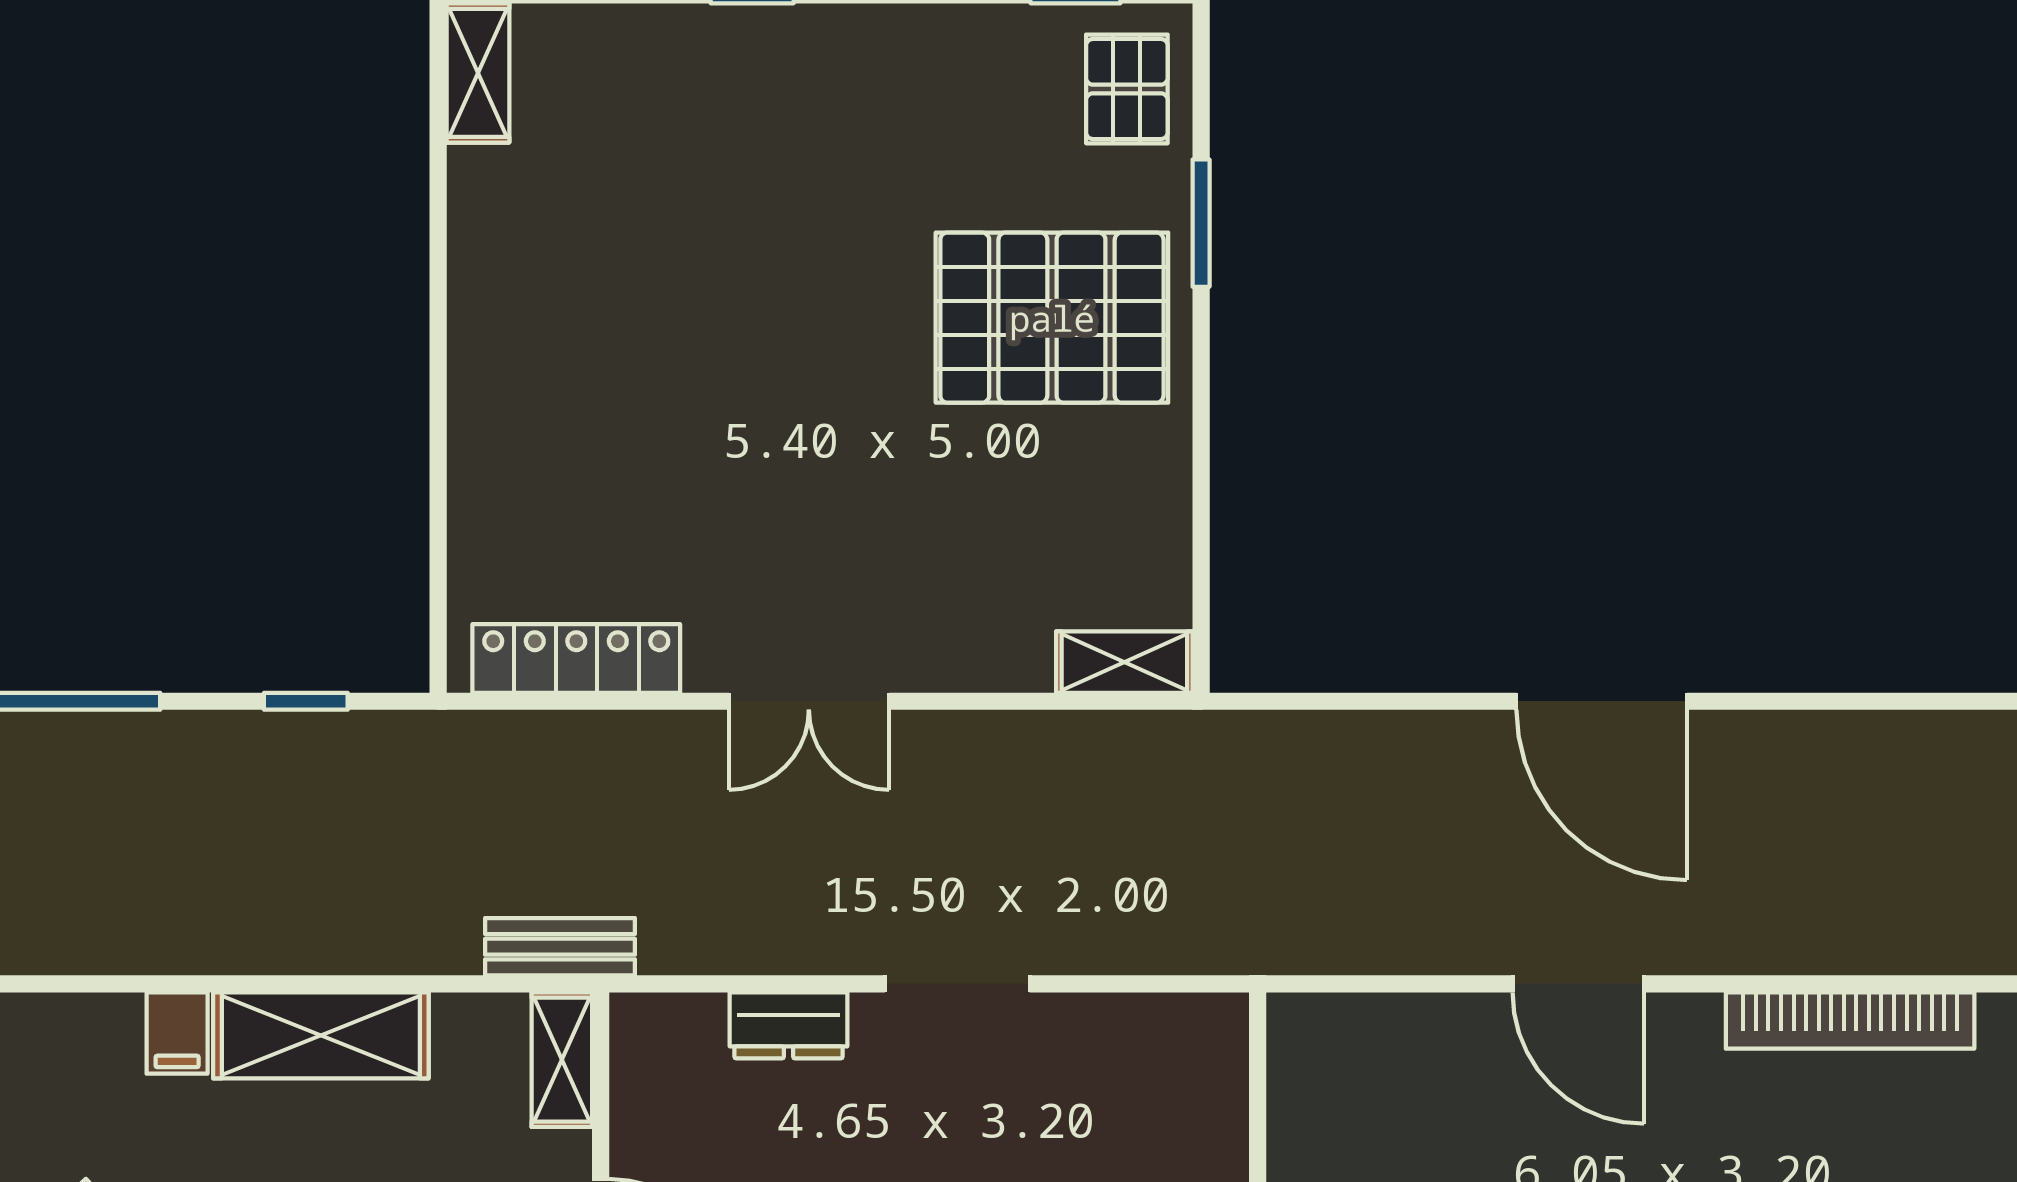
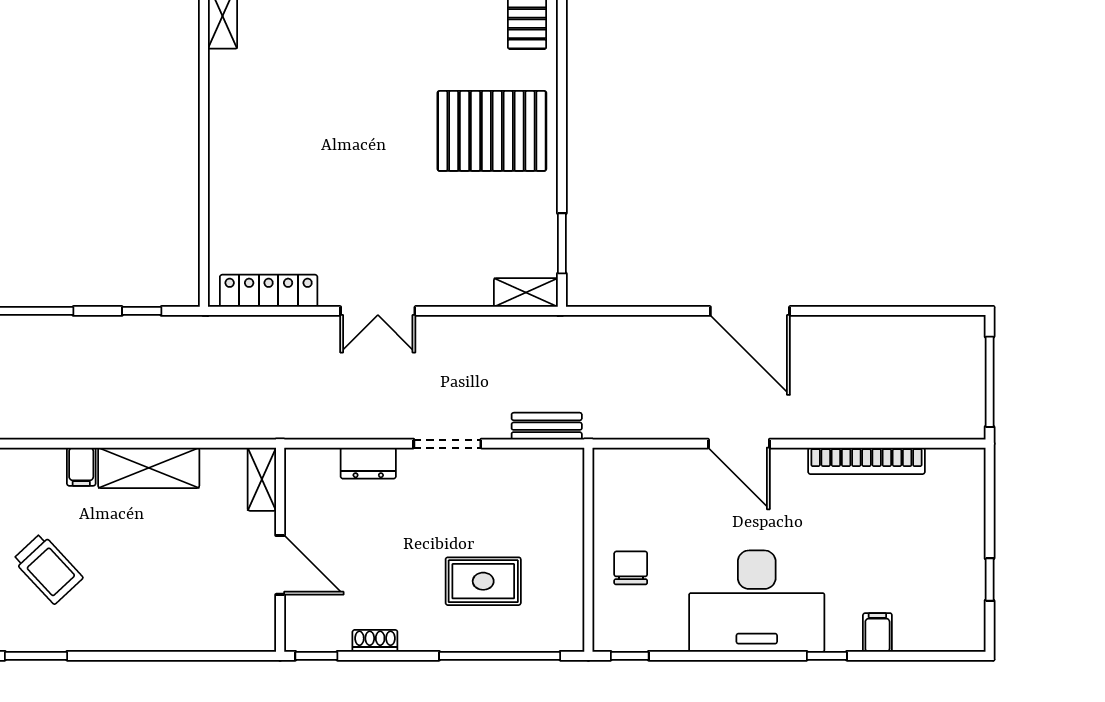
window: (1201, 223) -> (562, 243), moved
bench: (560, 947) -> (547, 426), moved

